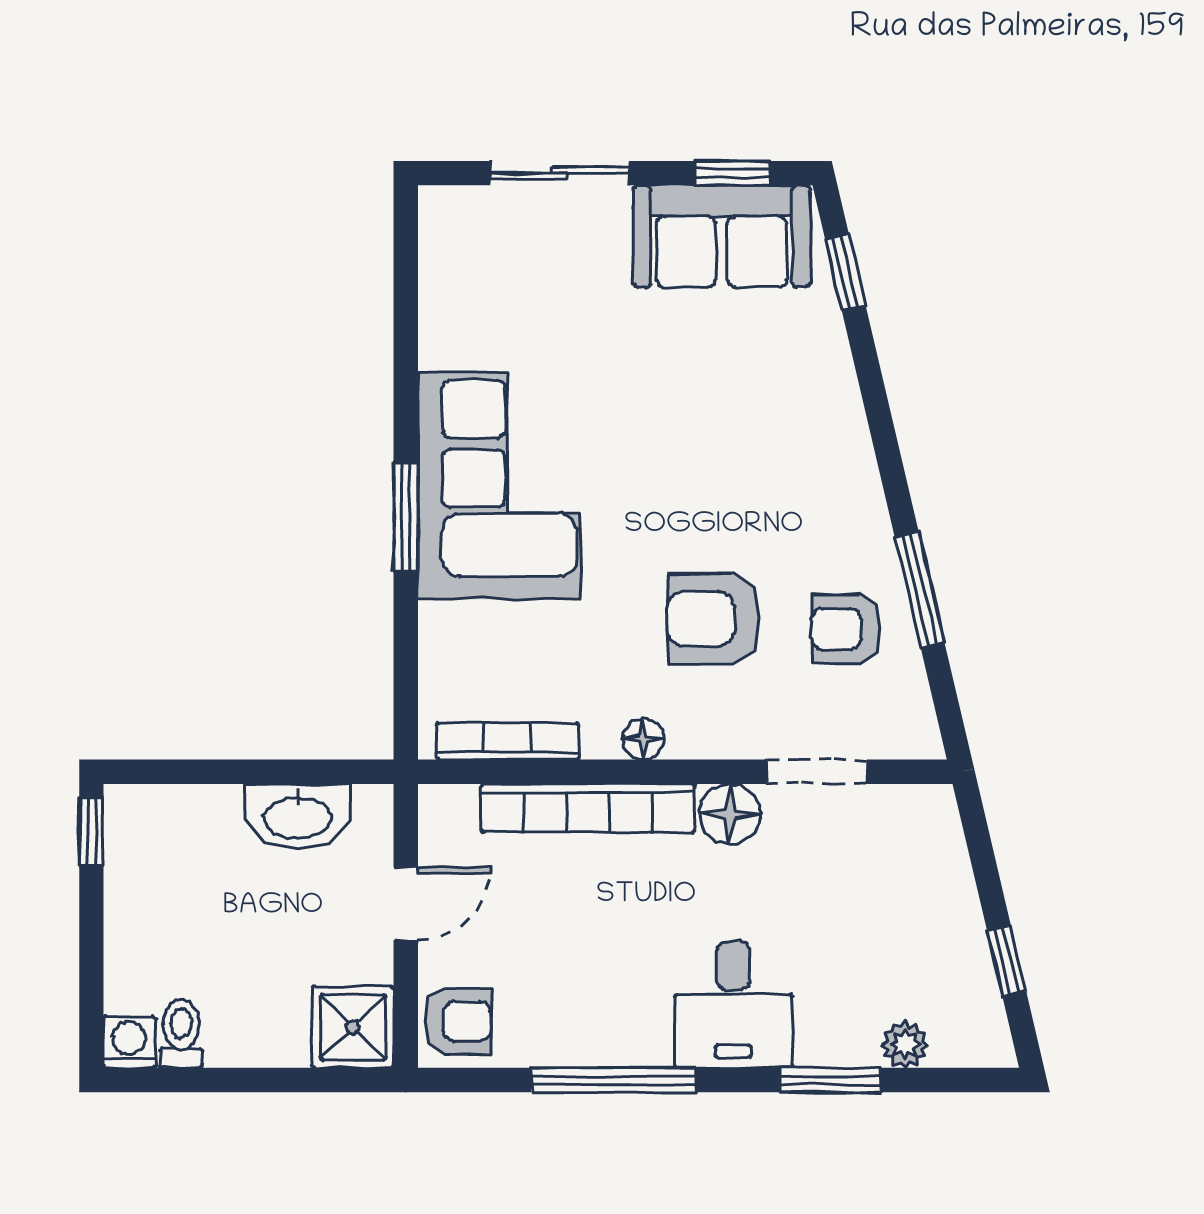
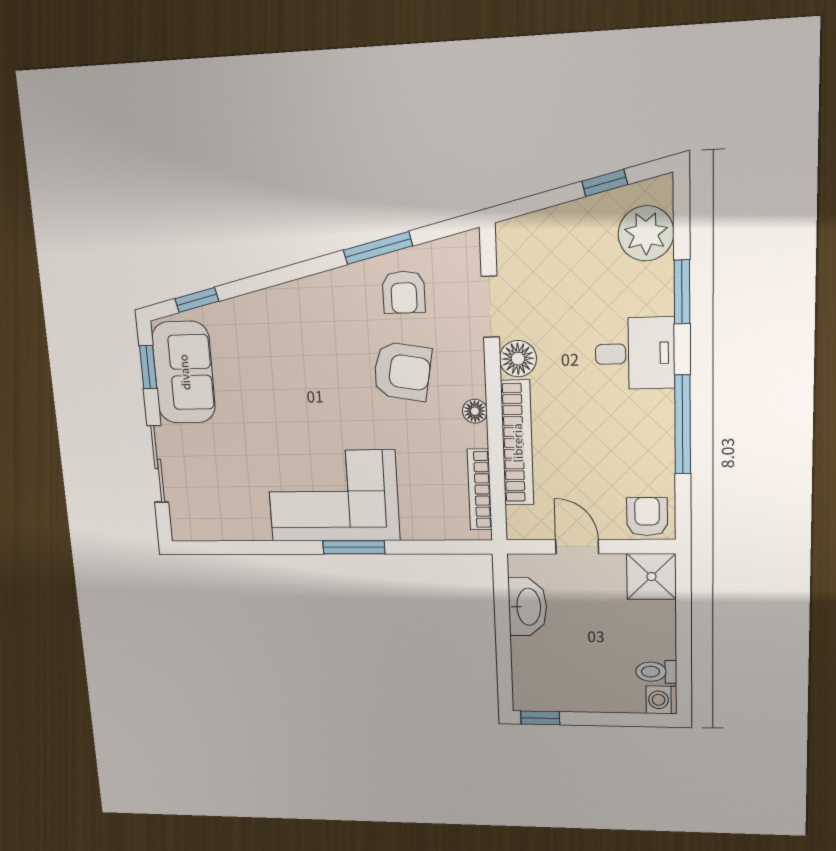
armchair: (714, 619) -> (402, 371), turned -80
plant: (905, 1045) -> (646, 233), width x1.88, depth x1.88

